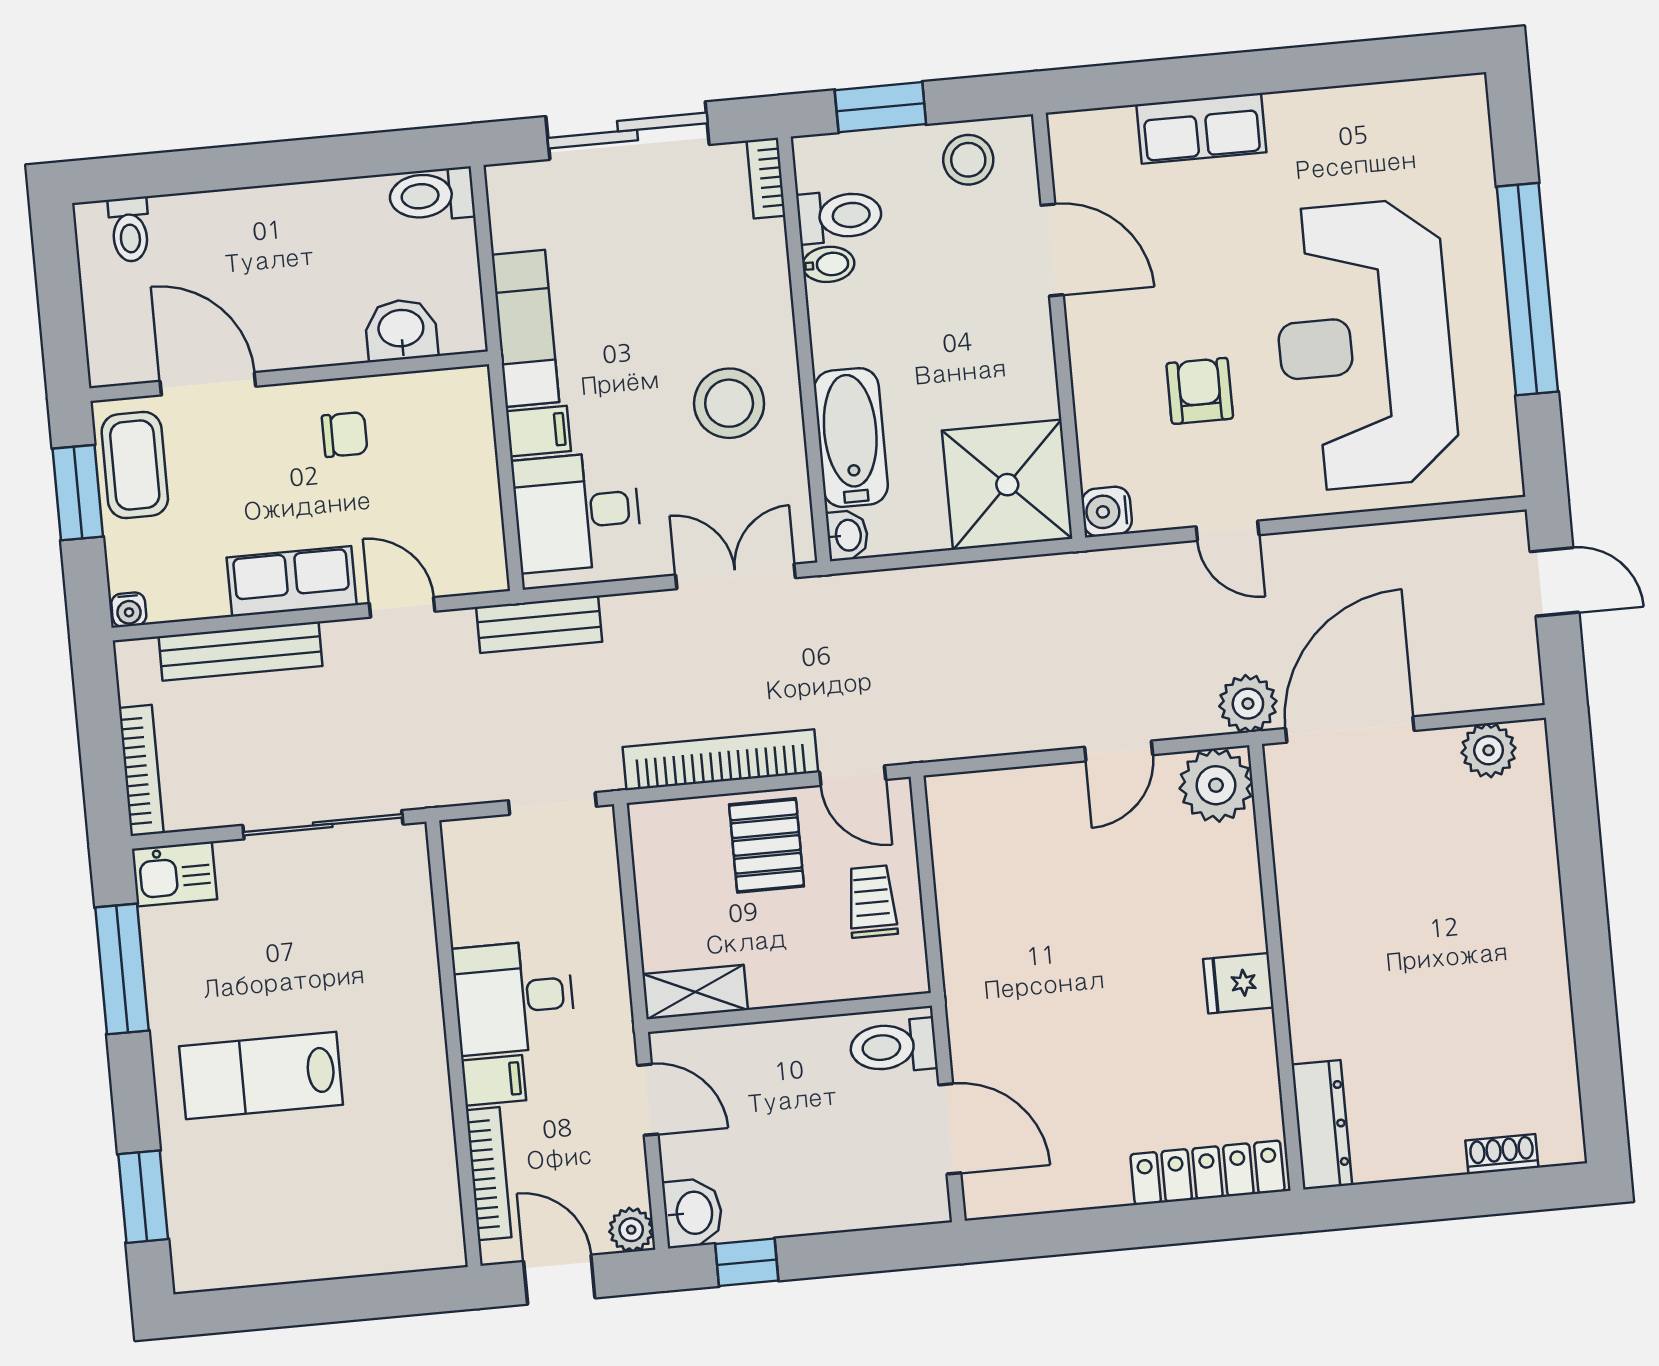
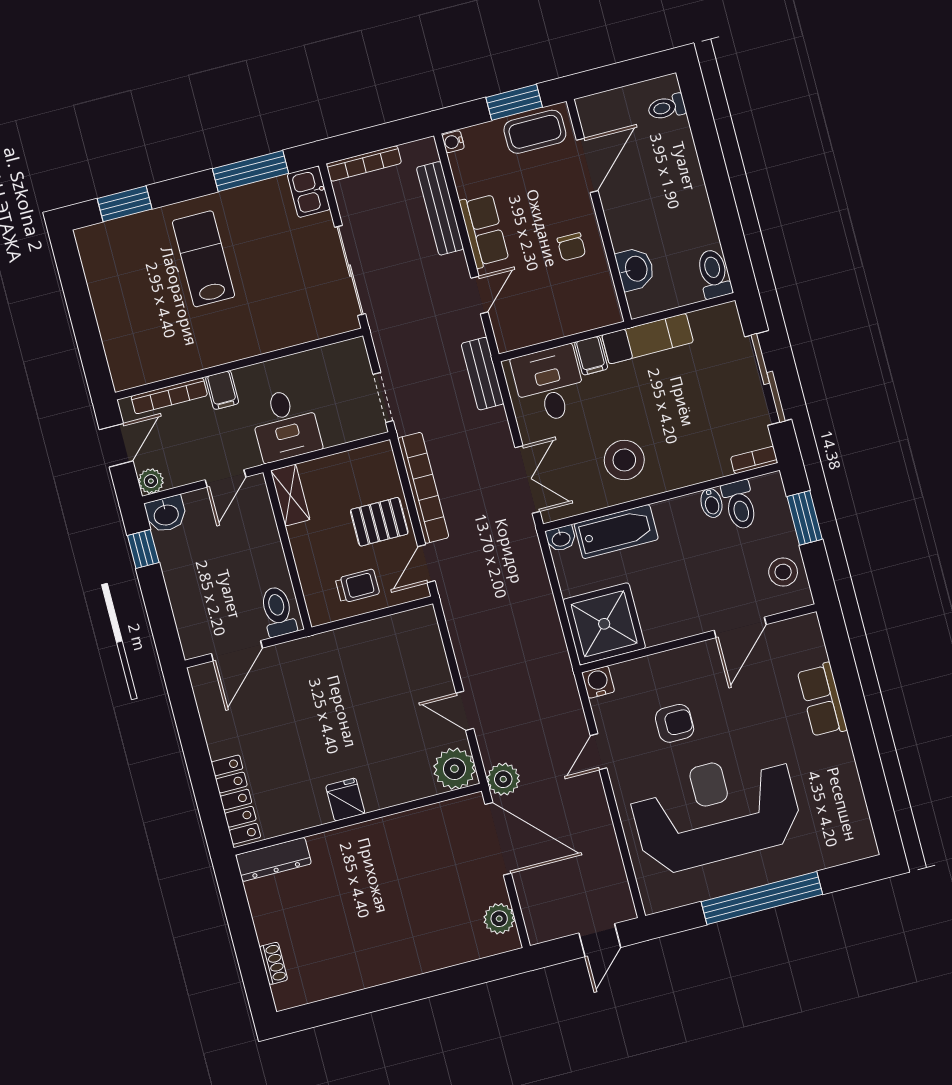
desk: (514, 997) -> (286, 425), moved, turned 180

